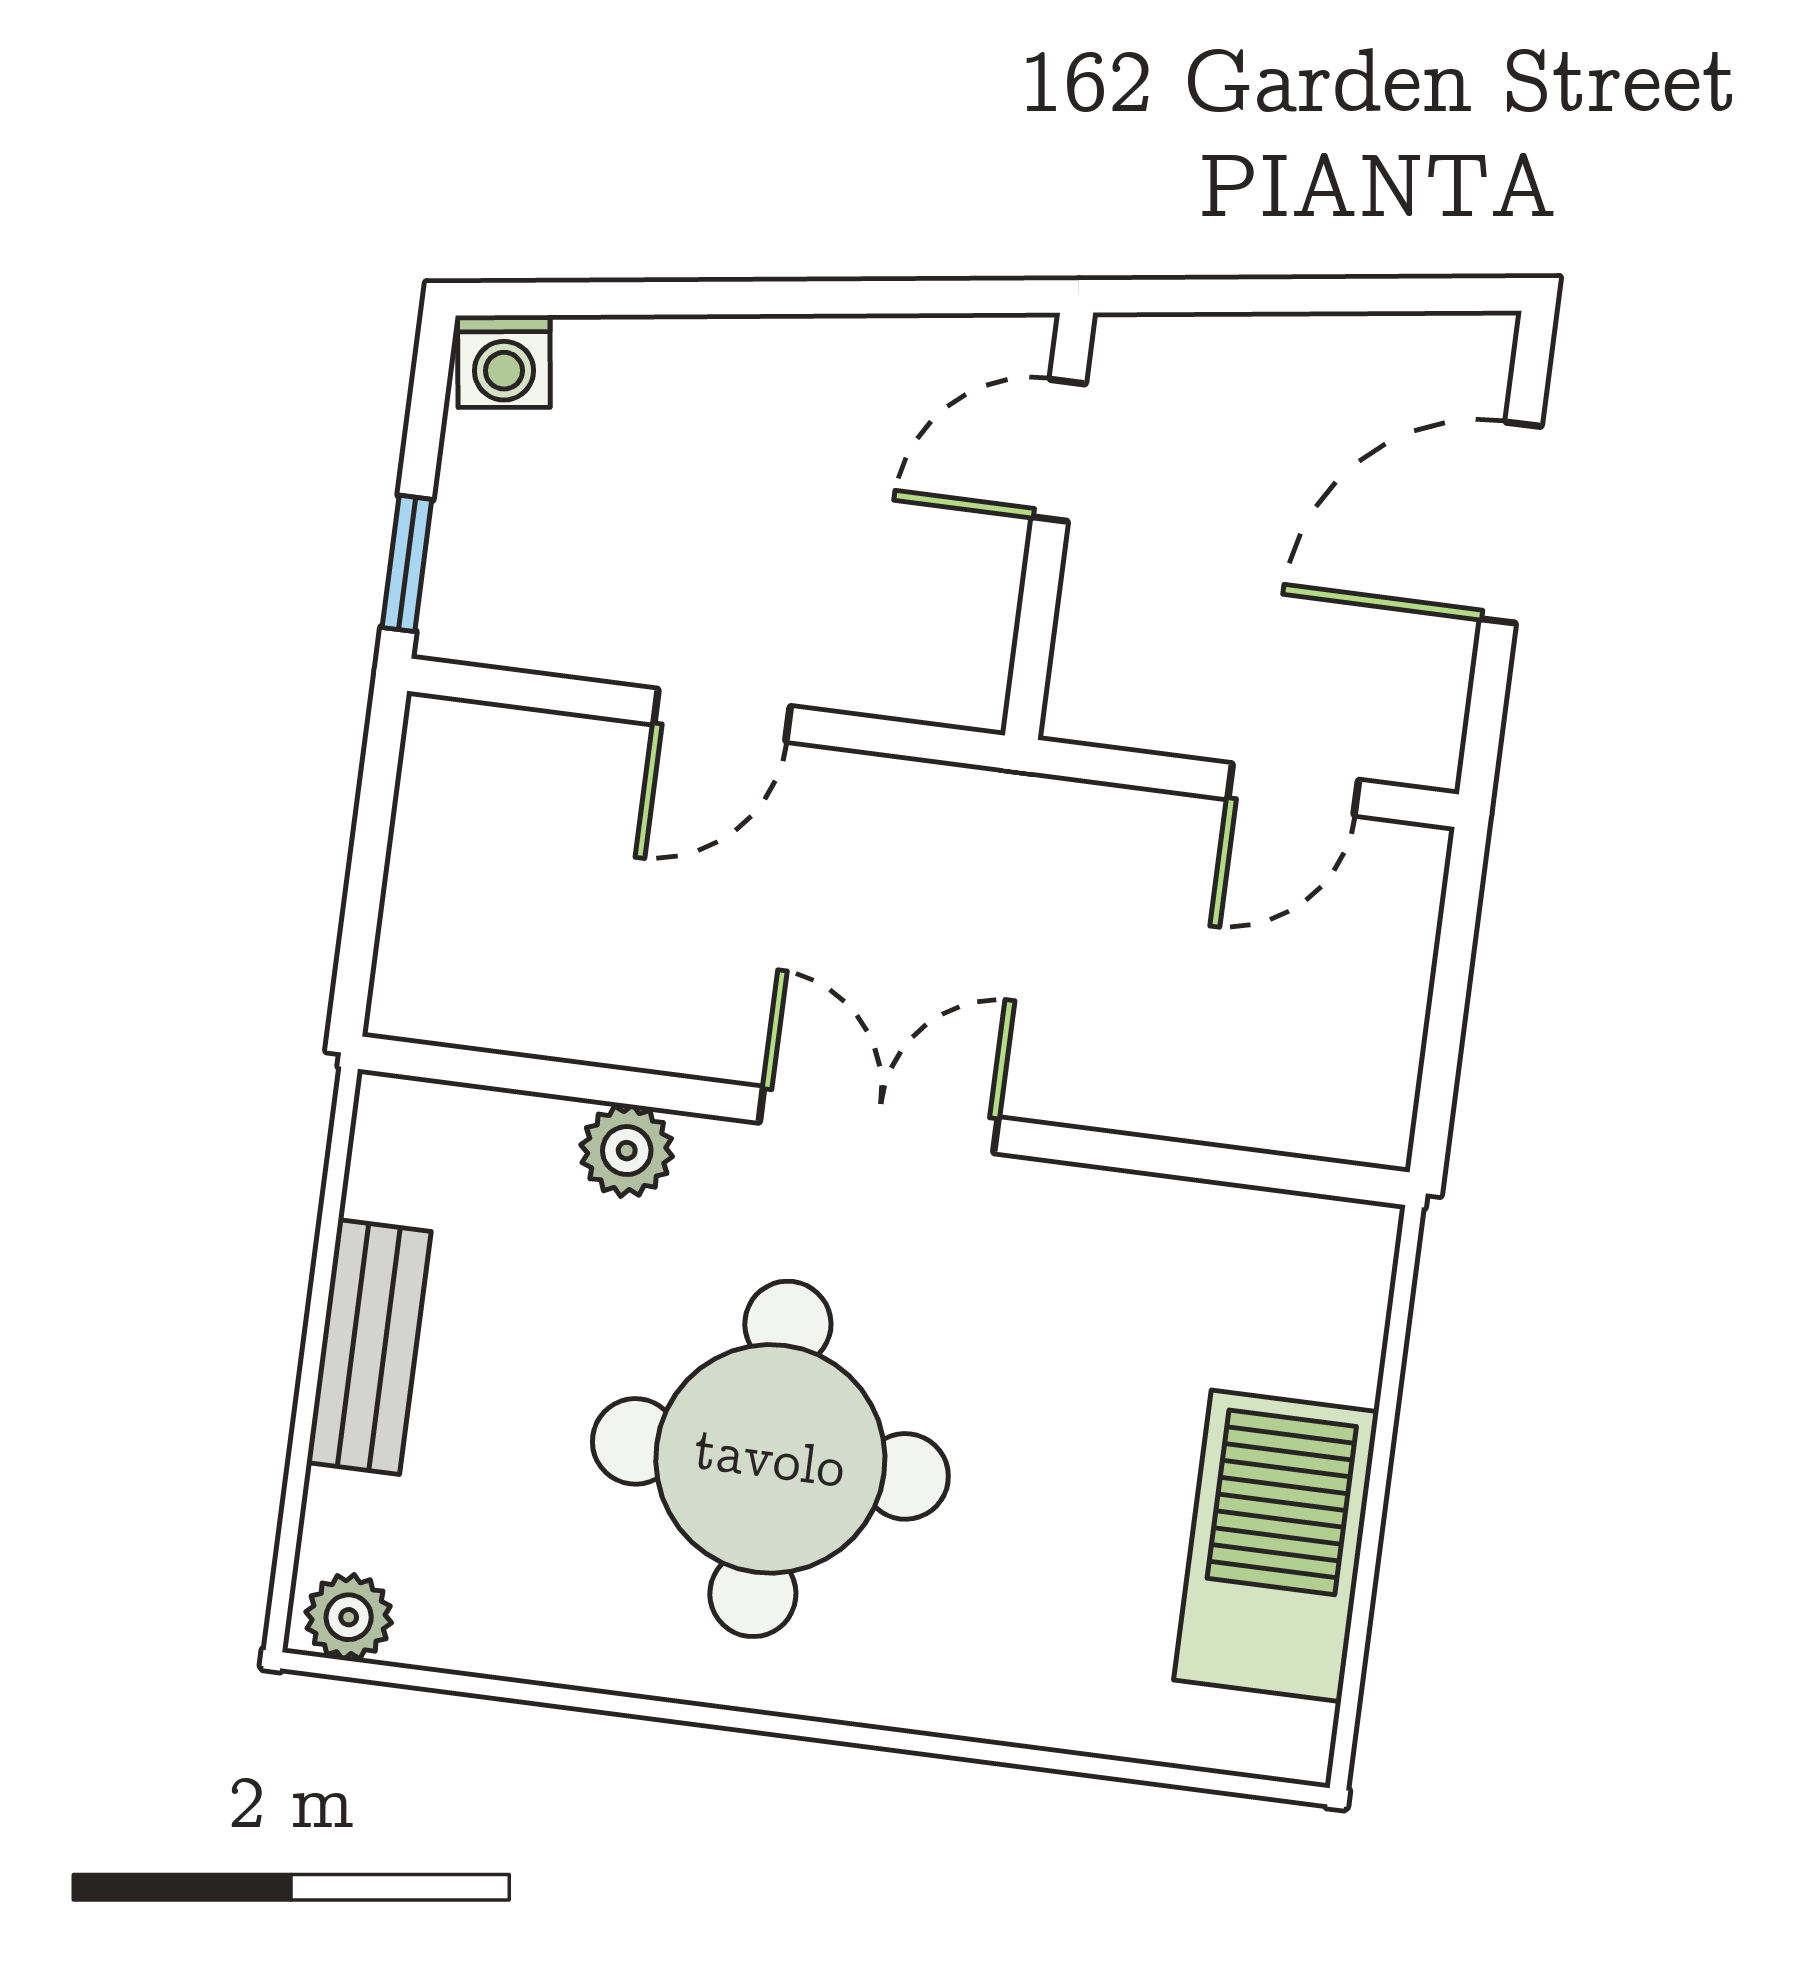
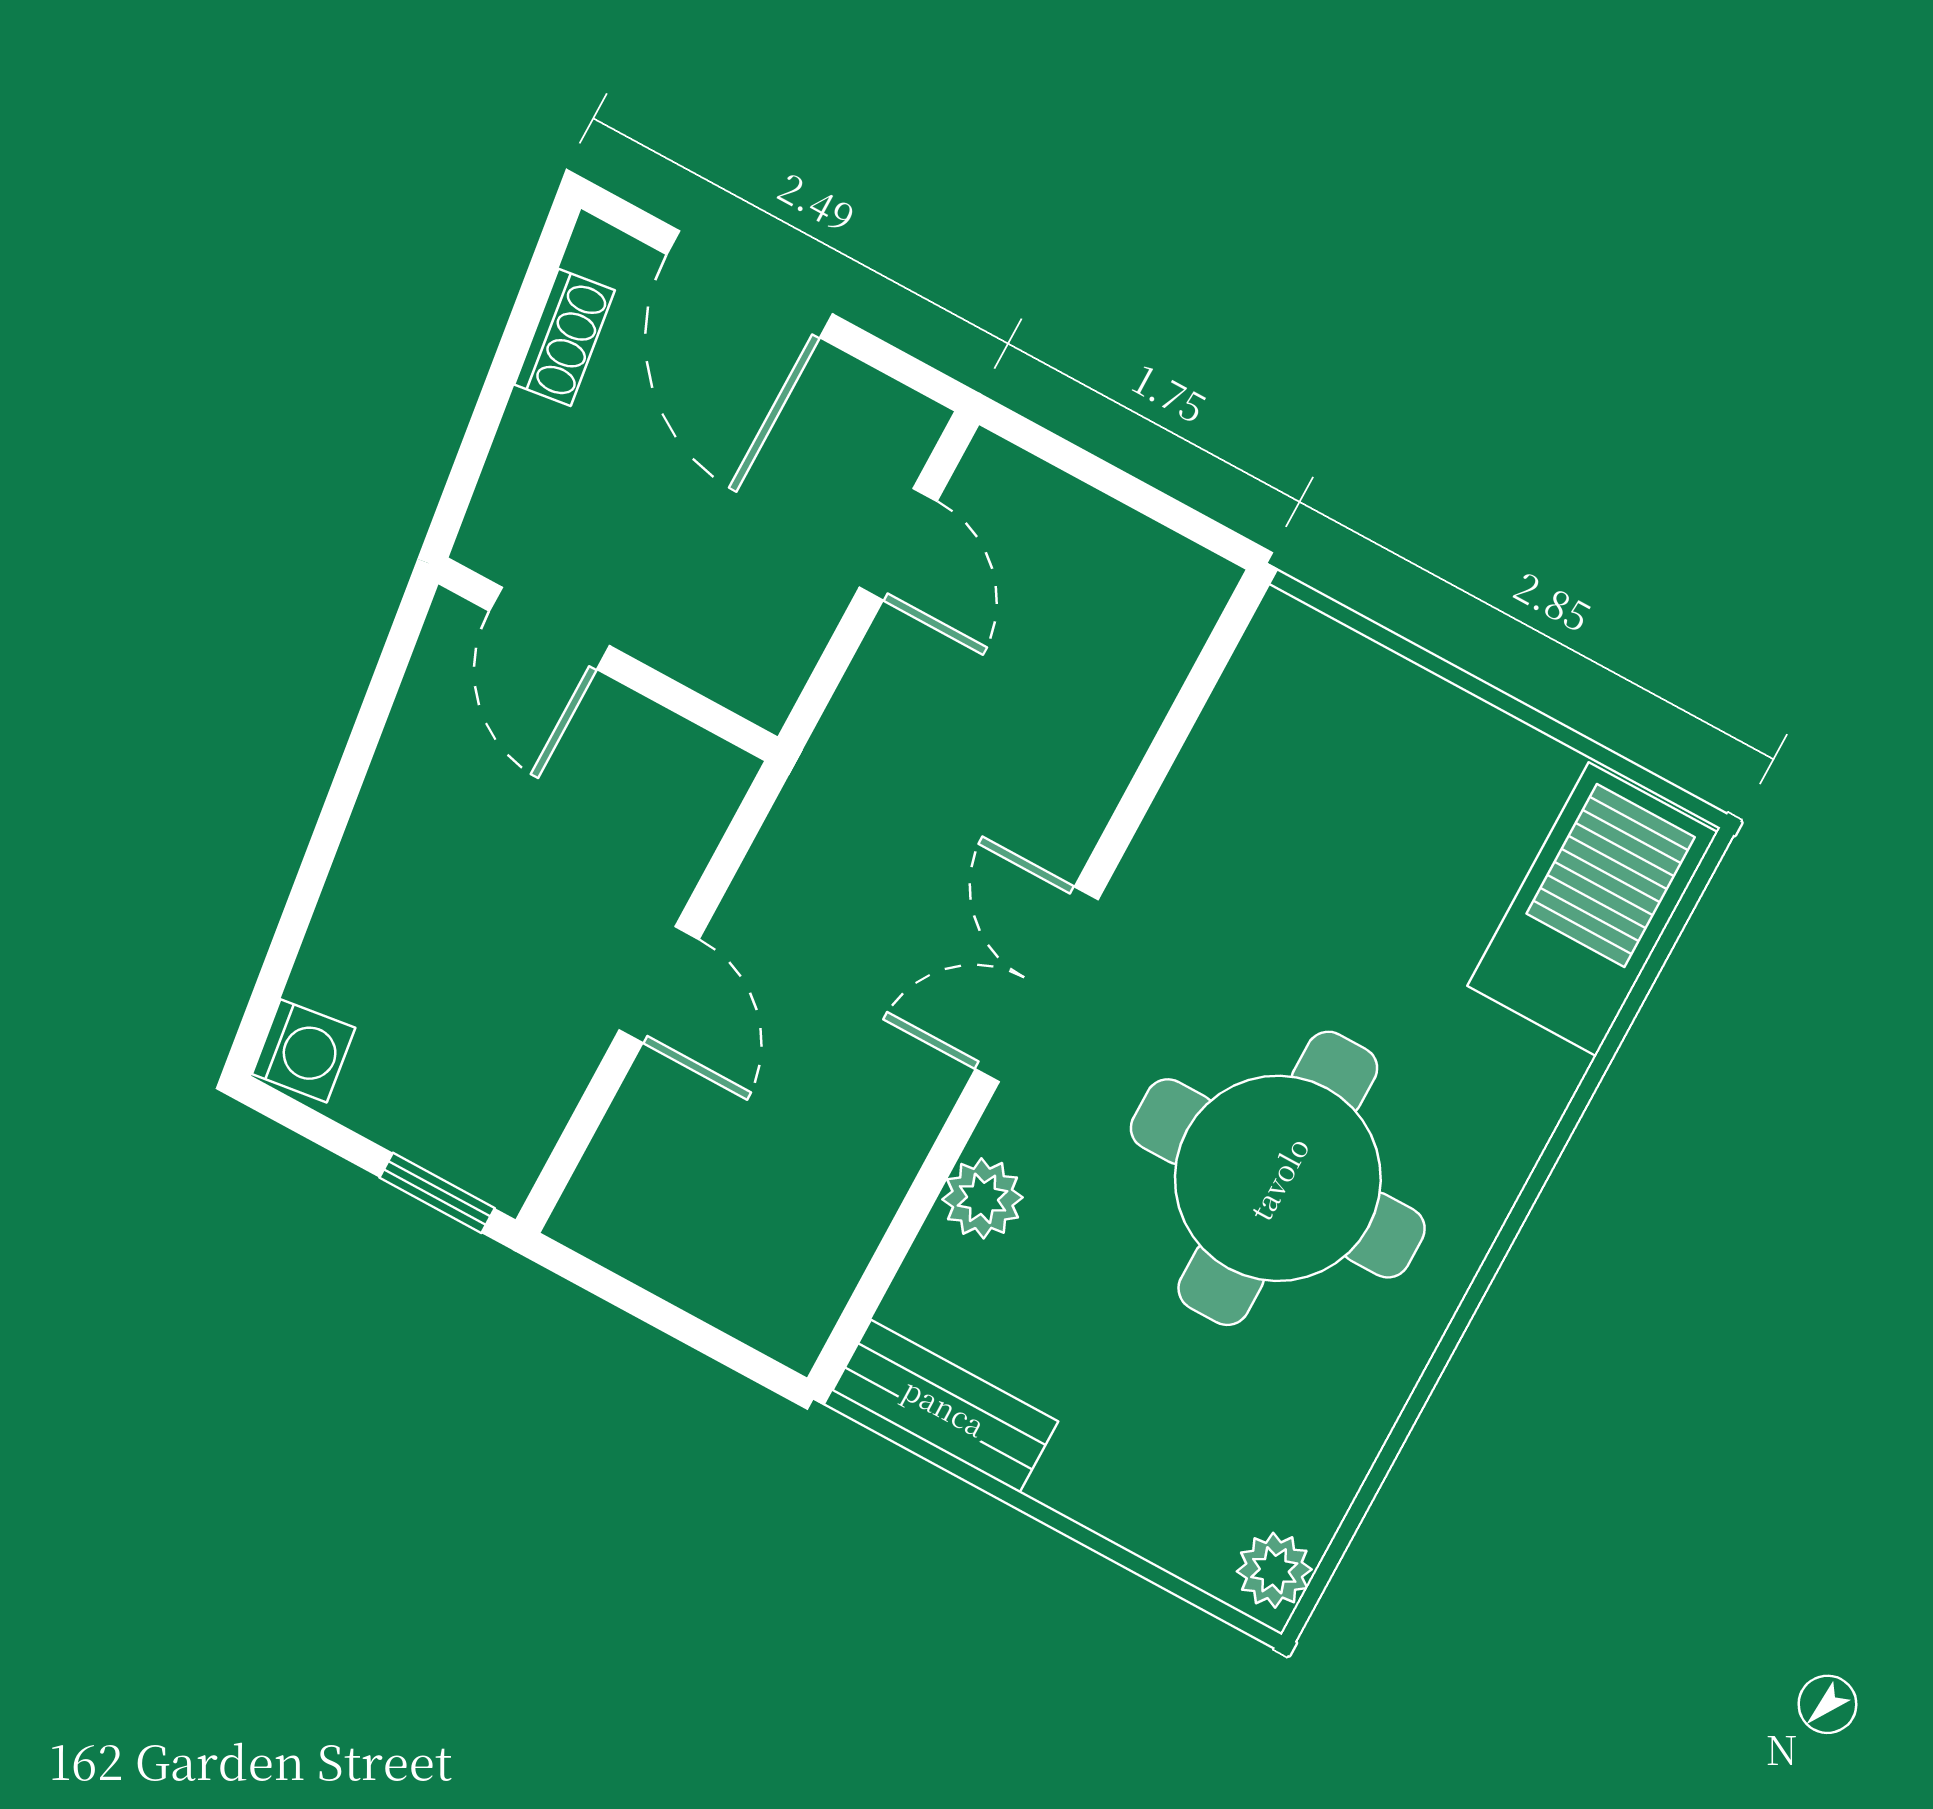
shoe rack: (1377, 346) -> (564, 337), added
bench: (369, 1347) -> (945, 1406), moved
barbecue: (1276, 1546) -> (1592, 909), moved, turned 90

